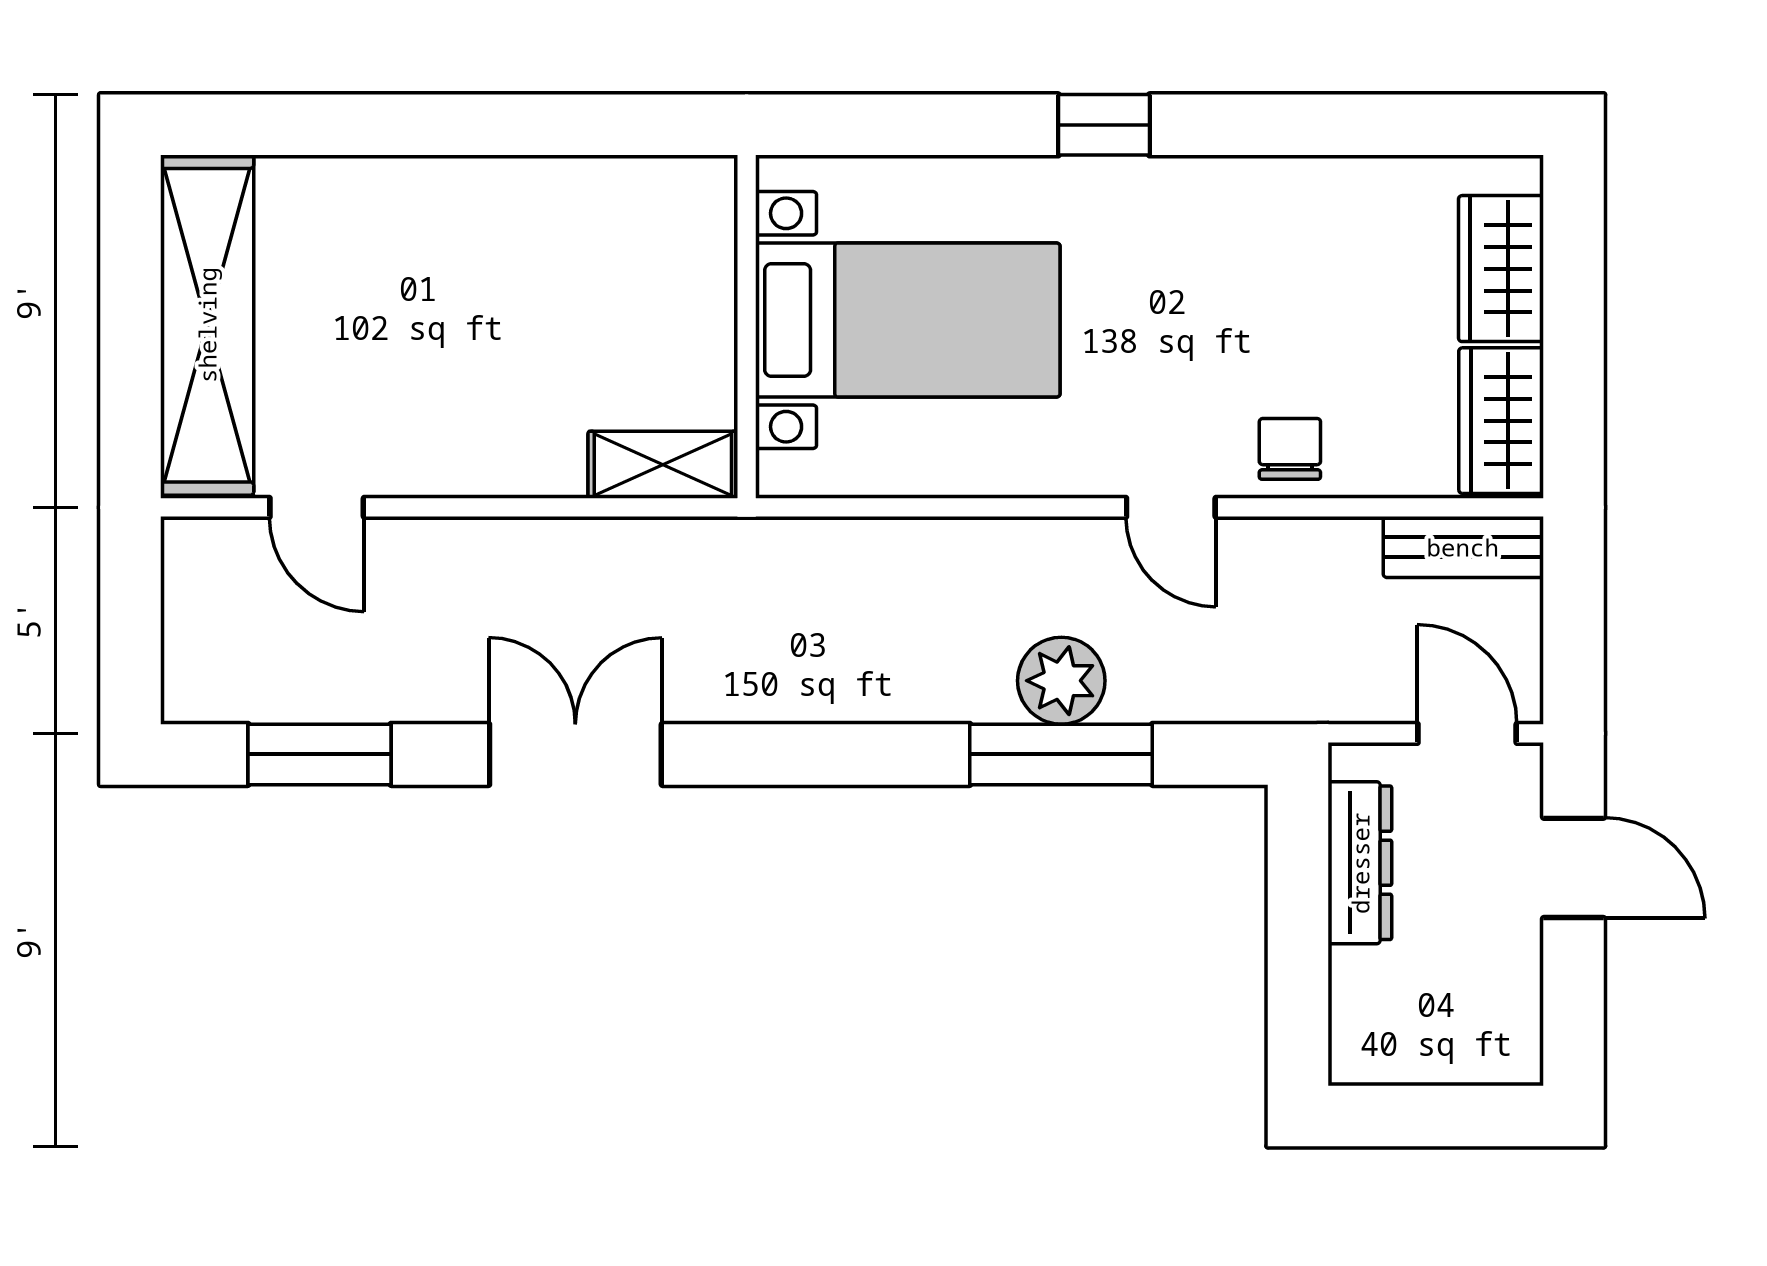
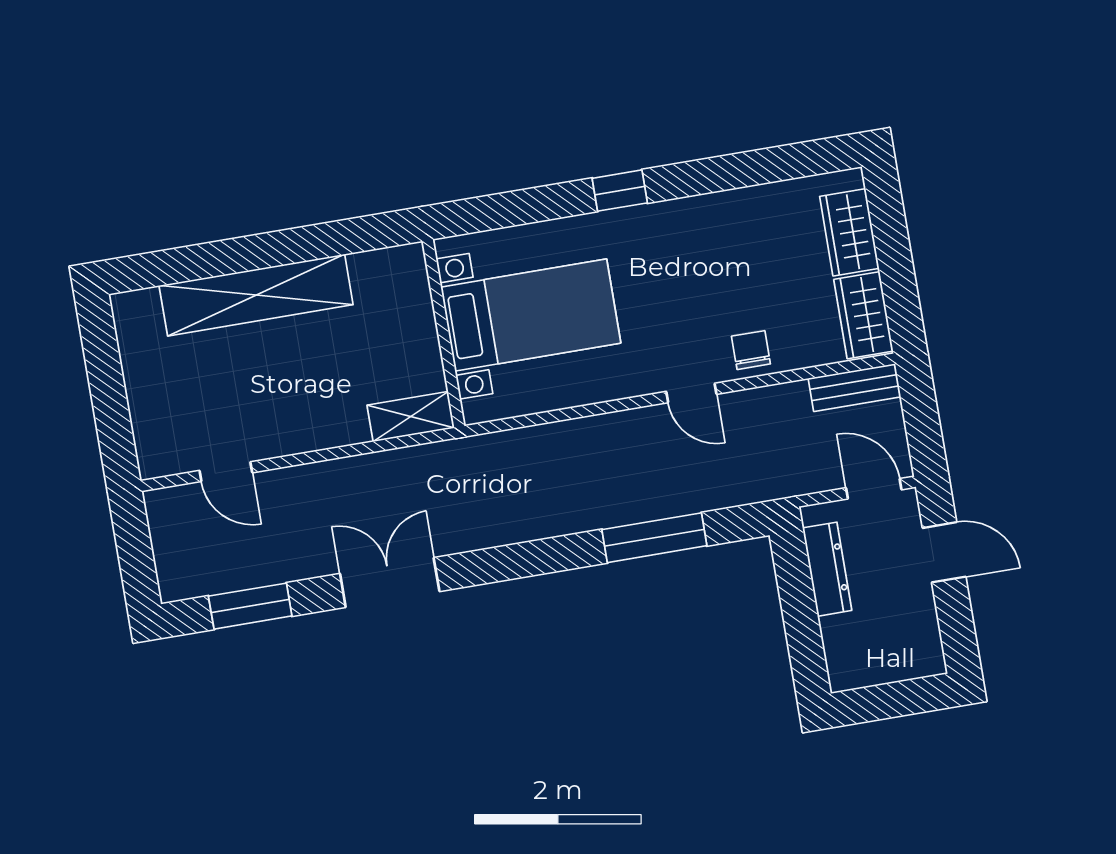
shelving: (207, 325) -> (256, 295), moved, turned 90
plant: (1061, 681) -> (648, 497), removed

